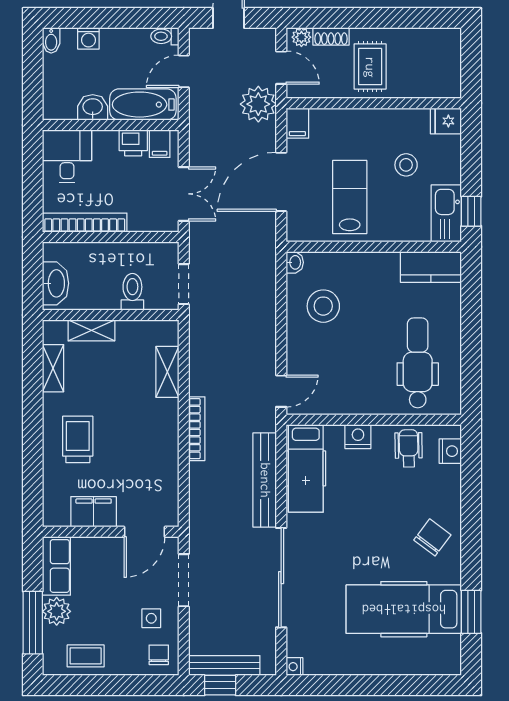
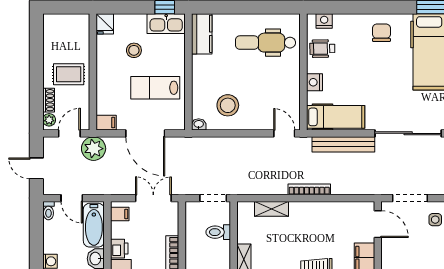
printer: (133, 143) -> (119, 249), moved
chair: (432, 537) -> (381, 33), turned 53

